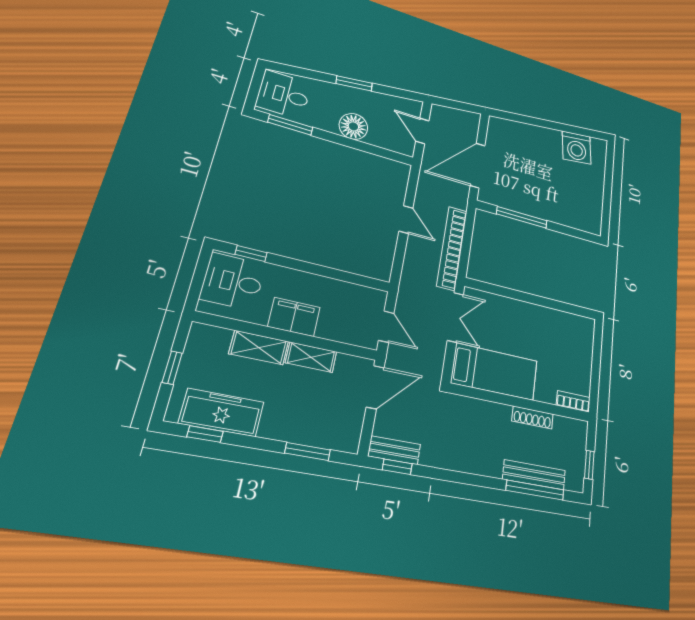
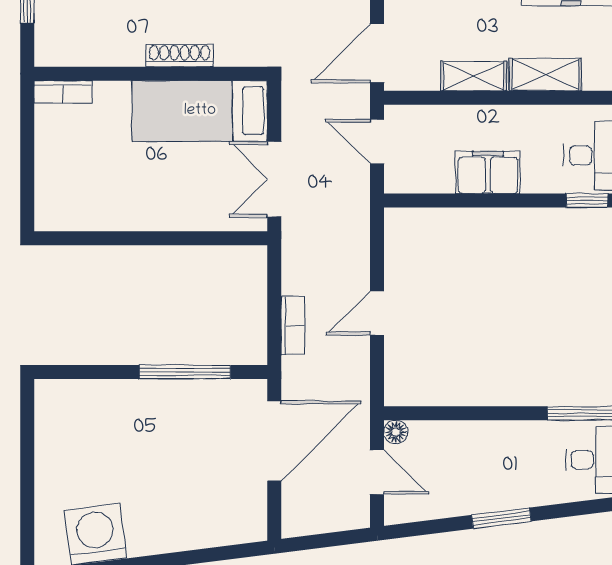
floor lamp: (353, 126) -> (396, 432), moved, width x0.53, depth x0.53
door: (406, 220) -> (377, 313), hinge flipped
bookcase: (452, 248) -> (293, 325), width x0.43, depth x0.76
filing cabinet: (294, 317) -> (488, 172), moved, turned 180
shoe rack: (533, 417) -> (179, 55), moved

